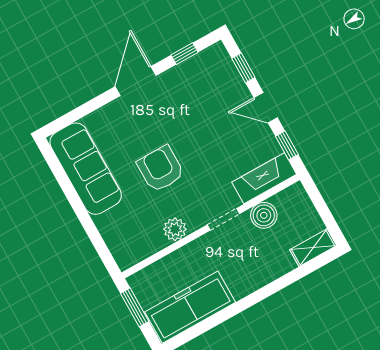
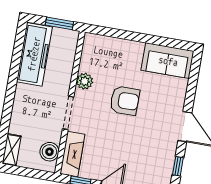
sofa: (86, 169) -> (168, 61), width x0.73
boiler: (264, 215) -> (49, 152), moved
doorway: (223, 219) -> (68, 113), width x1.38

